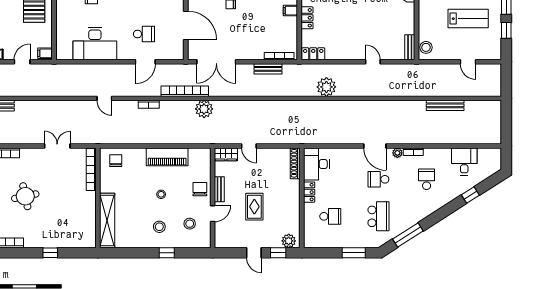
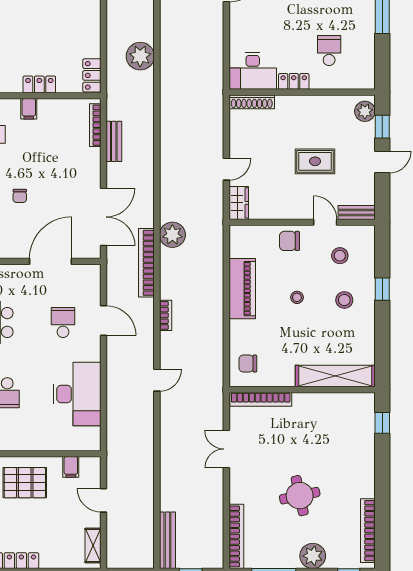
filing cabinet: (45, 53) -> (71, 467), moved
bench: (219, 189) -> (357, 212), moved
window: (50, 253) -> (382, 423), moved

